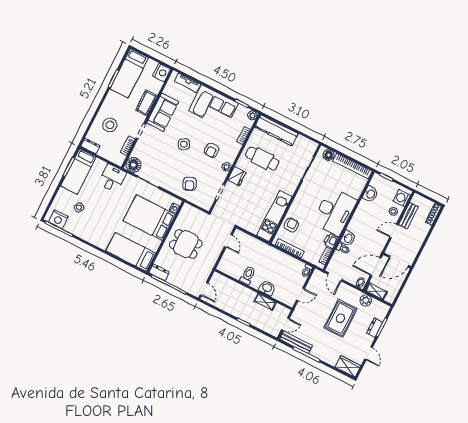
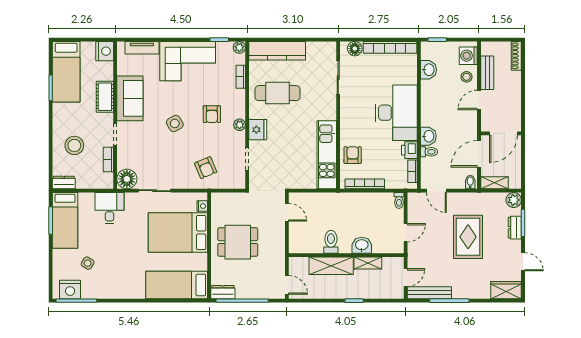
shelving: (240, 291) -> (331, 266), added
plant: (366, 300) -> (514, 200), moved

